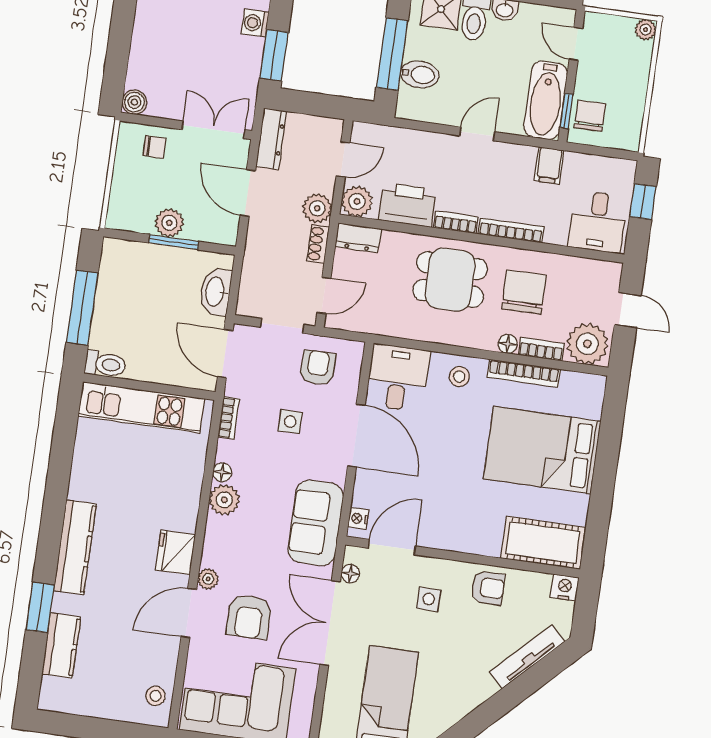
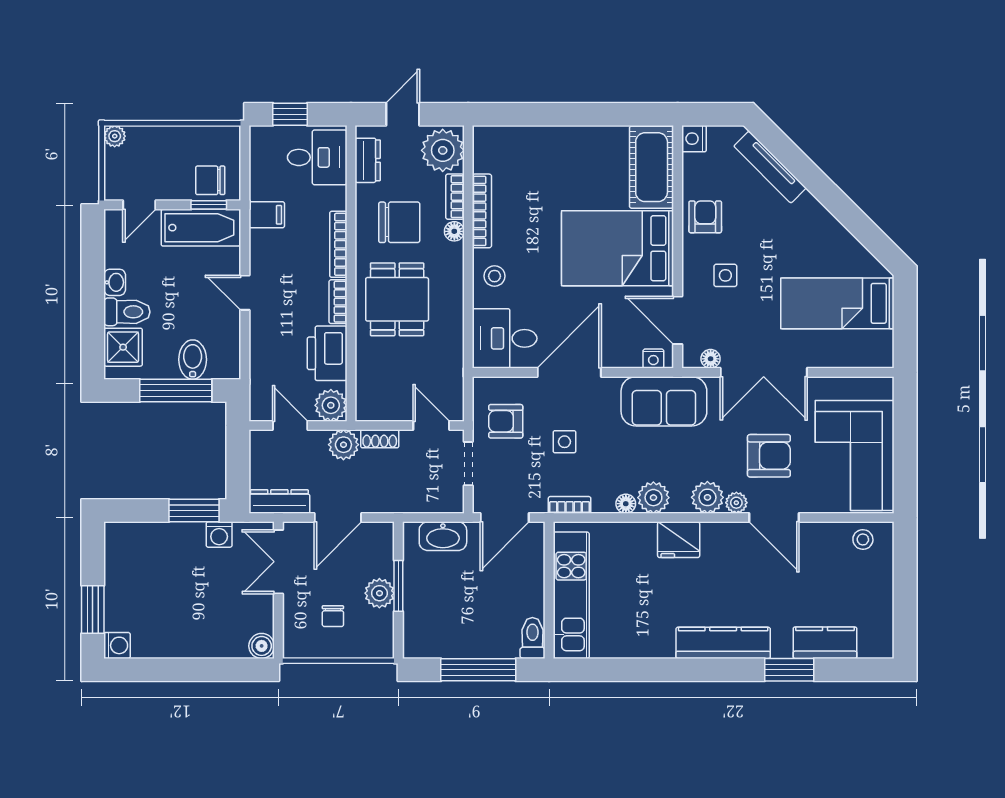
washing machine: (255, 23) -> (219, 535), moved
chair: (155, 147) -> (333, 616), moved, turned 180
dresser: (358, 238) -> (368, 160), moved
chair: (524, 292) -> (399, 222), turned 180
bed: (542, 450) -> (618, 248), moved, turned 90
fridge: (175, 552) -> (679, 540), moved
plant: (217, 552) -> (707, 497), added

